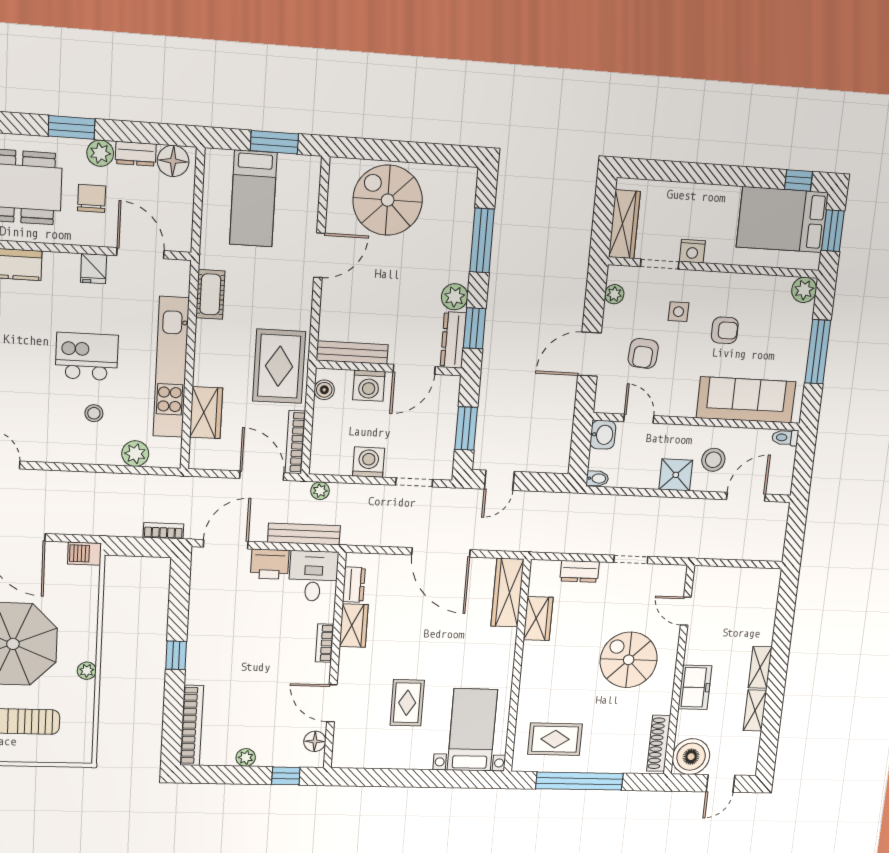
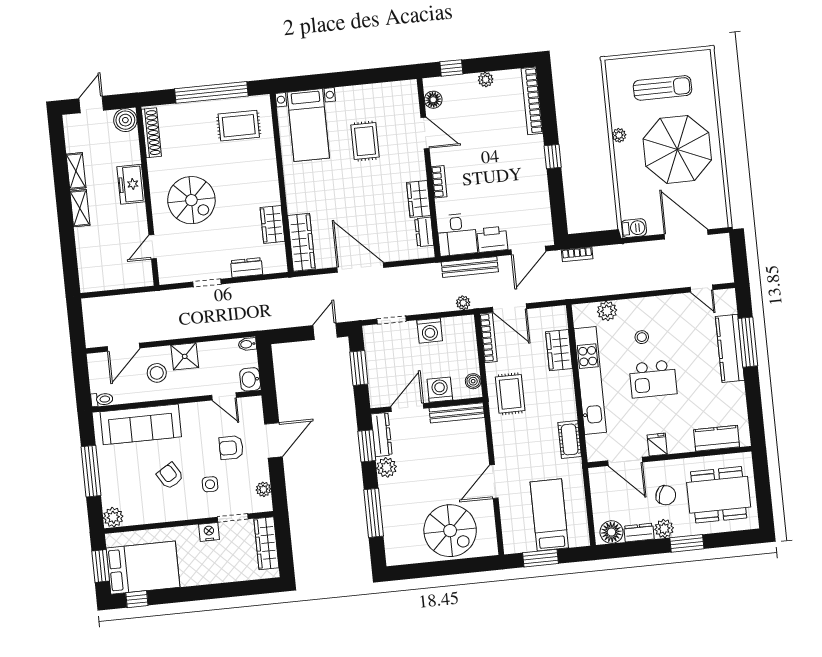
chair: (92, 198) -> (666, 495), turned -70
armchair: (725, 330) -> (170, 476), turned 58
armchair: (643, 353) -> (231, 448), turned -94
rug: (279, 366) -> (510, 394), width x0.73, depth x0.70
door: (686, 611) -> (153, 247), swing flipped
boiler: (691, 757) -> (125, 120), width x0.73, depth x0.73

